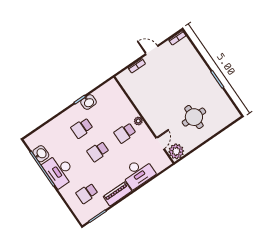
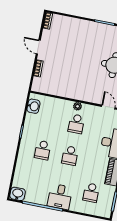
door: (152, 50) -> (38, 47), hinge flipped
washbasin: (89, 102) -> (33, 106), moved
washbasin: (41, 154) -> (18, 194), moved
desk: (59, 171) -> (60, 197), width x0.73

